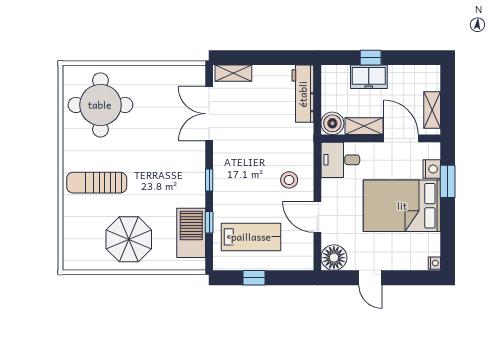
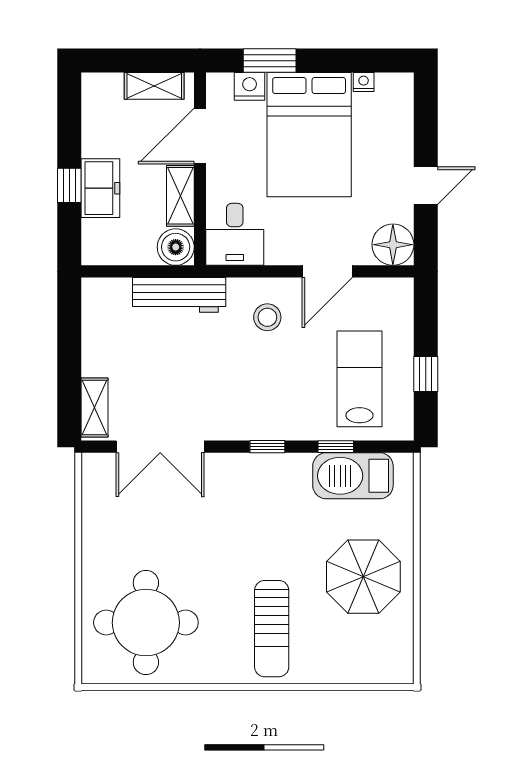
workbench: (303, 94) -> (179, 295), moved
nightstand: (434, 263) -> (364, 82), moved

